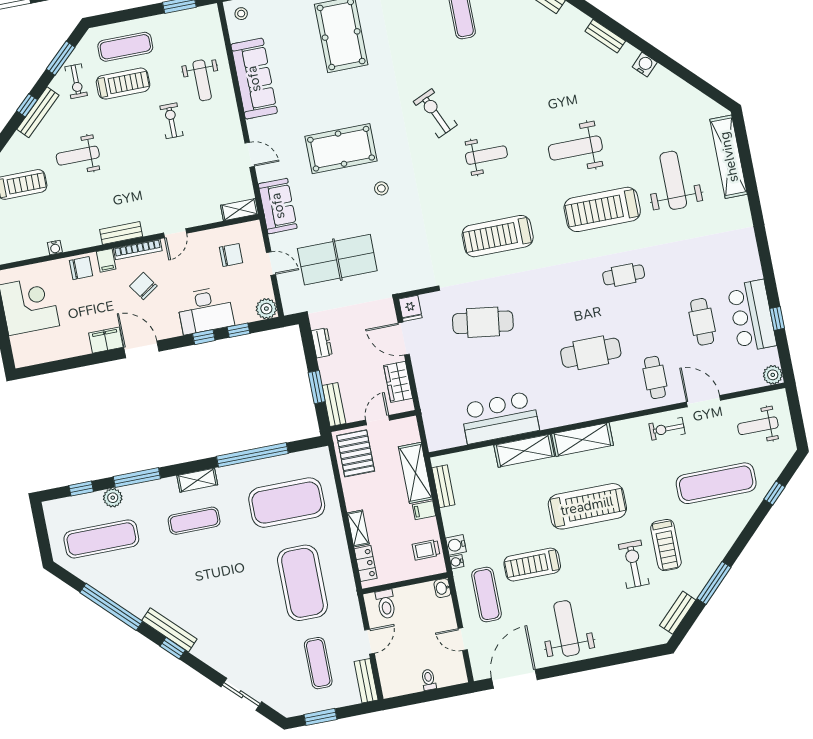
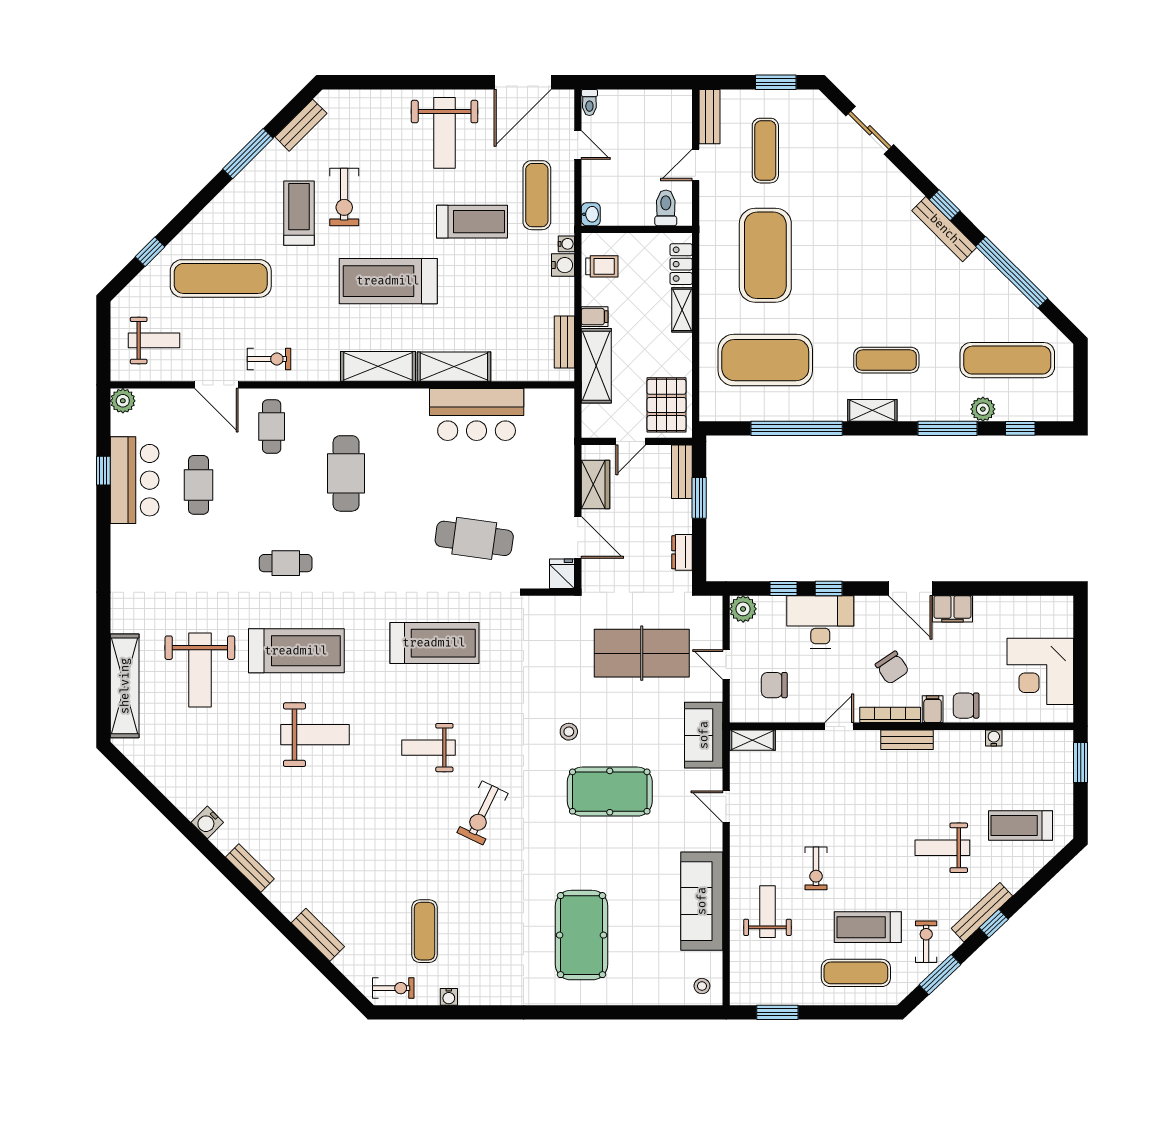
exercise bike: (435, 113) -> (483, 813), turned 50
weight bench: (78, 156) -> (942, 848), turned 180
cafe table: (591, 353) -> (346, 473), turned 90
toilet: (429, 680) -> (589, 102), moved

